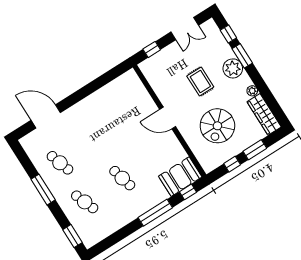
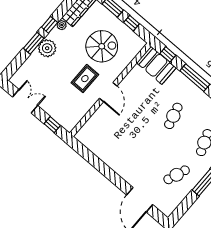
window: (228, 34) -> (50, 25), moved
rug: (200, 81) -> (85, 79), moved
cafe table: (60, 163) -> (177, 175), turned 39

